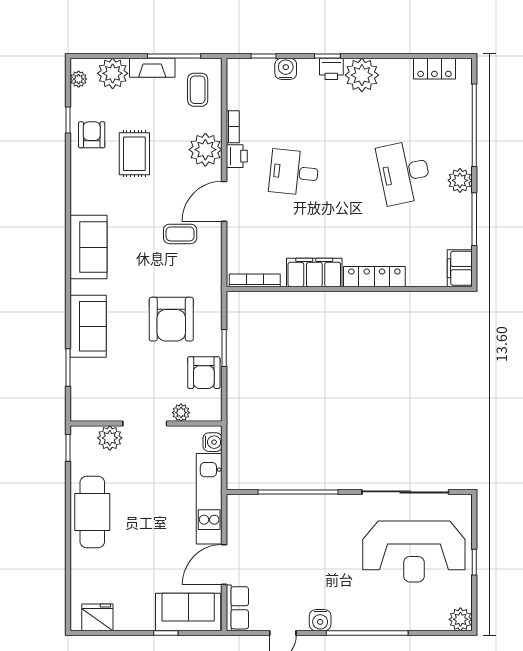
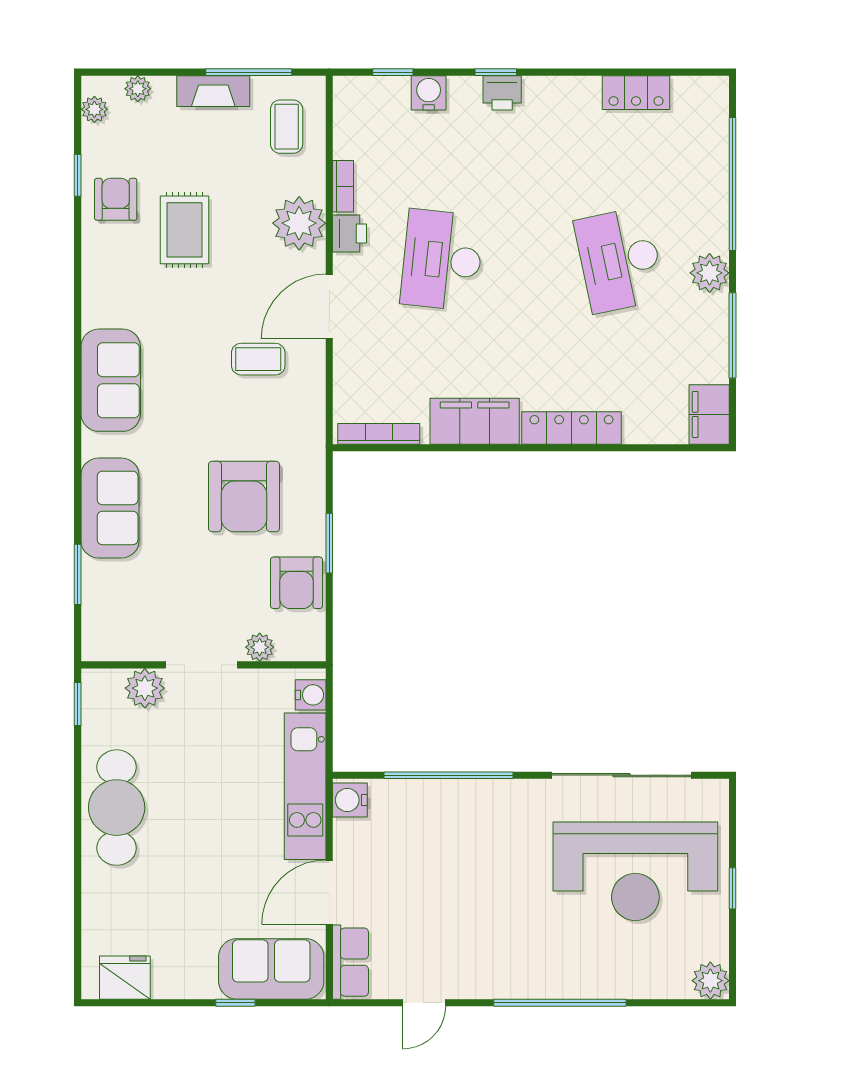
locker: (434, 69) -> (636, 93), moved
plant: (113, 73) -> (138, 89), width x0.53, depth x0.53
plant: (362, 75) -> (551, 103), removed
desk: (294, 172) -> (442, 260), width x1.37
water cooler: (320, 620) -> (350, 800), moved, turned 90

